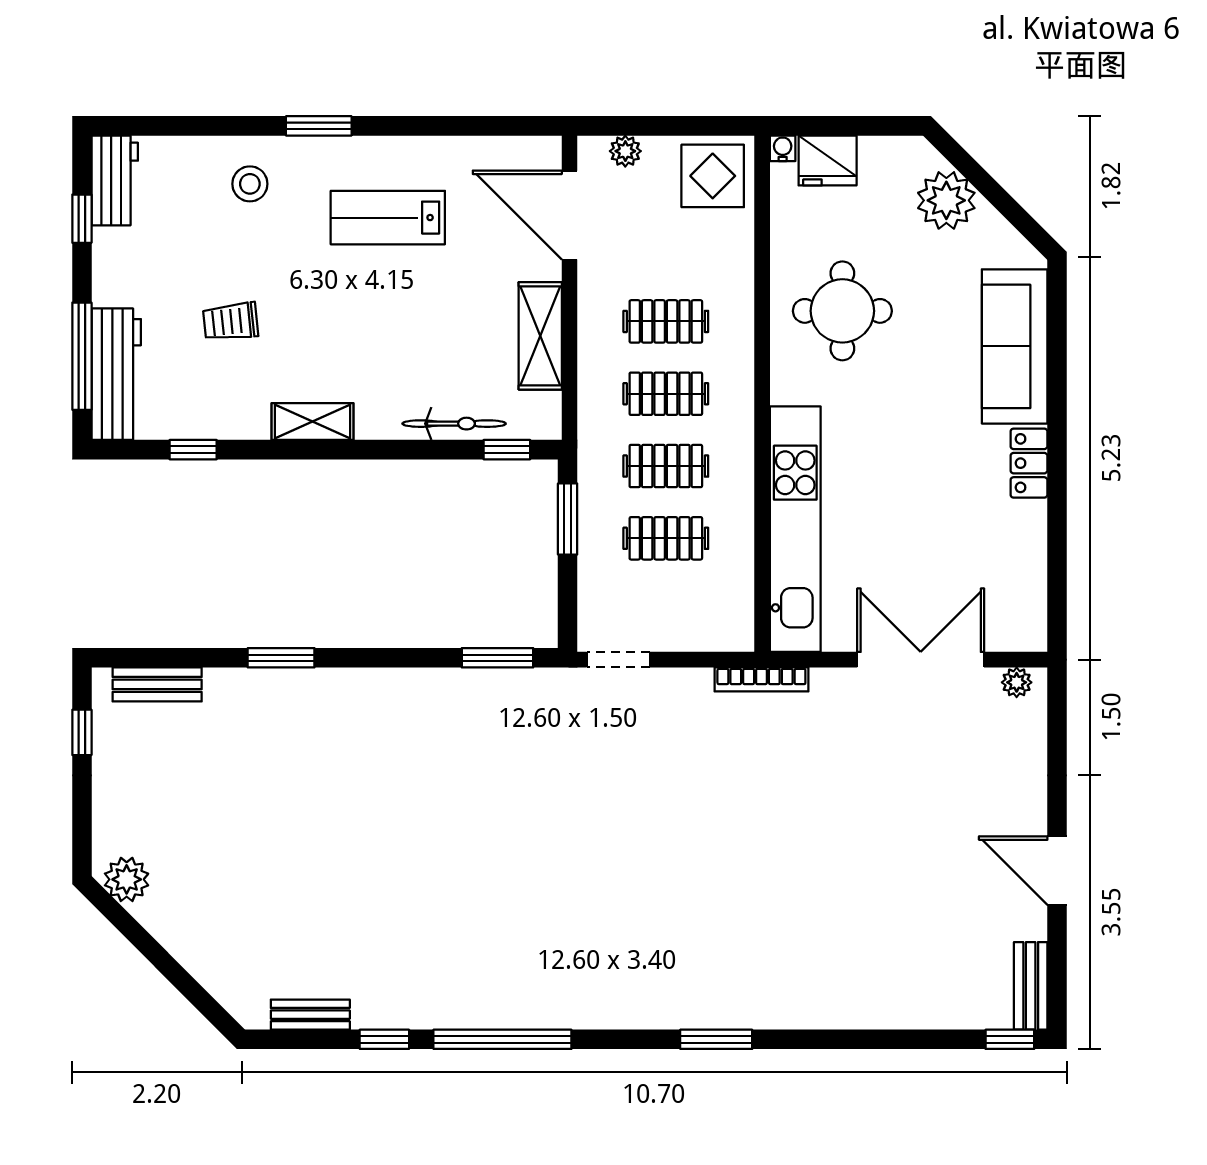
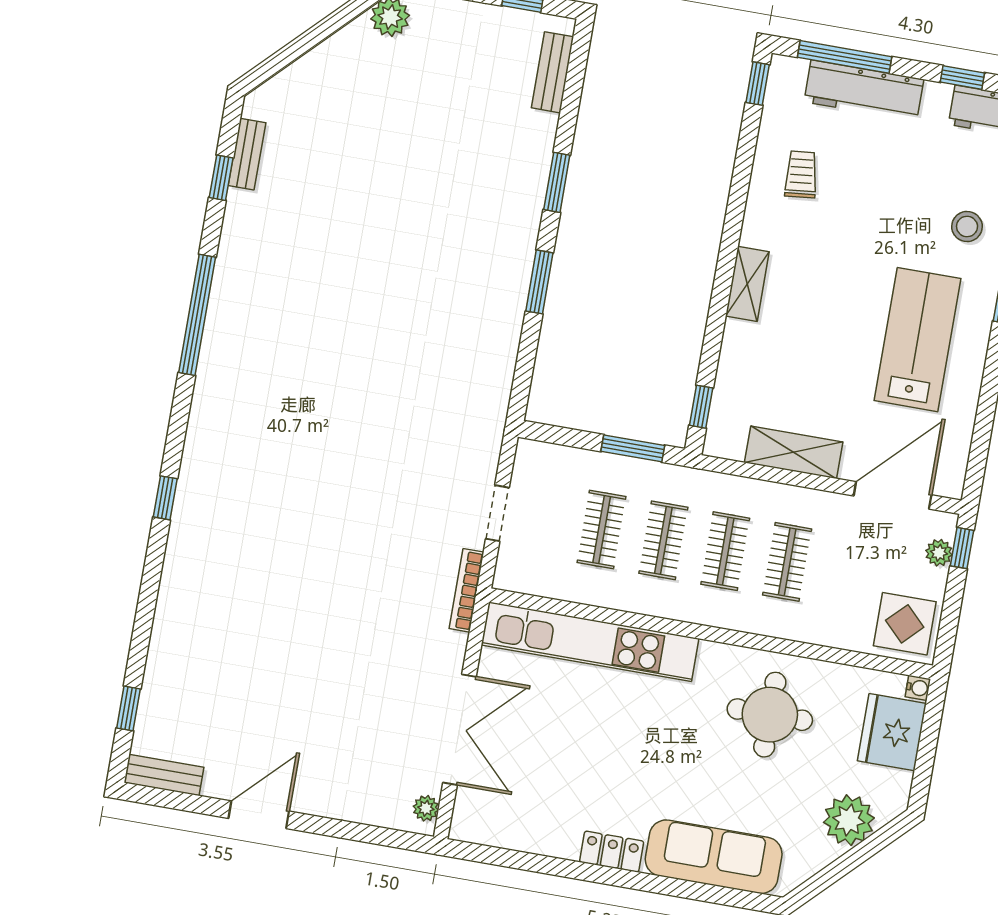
window: (615, 126) -> (962, 548), added
fridge: (828, 160) -> (892, 732), width x1.36, depth x1.34
lab bench: (388, 218) -> (918, 340), width x1.36, depth x1.39
trolley: (231, 322) -> (801, 174), moved
workbench: (116, 374) -> (864, 91), moved
shelving: (312, 422) -> (747, 284), moved
bicycle: (454, 424) -> (731, 365), removed
window: (193, 450) -> (758, 84), moved
window: (498, 658) -> (539, 282), moved
doorway: (618, 660) -> (497, 513), moved
window: (384, 1039) -> (221, 178), moved
window: (716, 1039) -> (165, 498), width x0.67
window: (1010, 1039) -> (128, 708), moved

